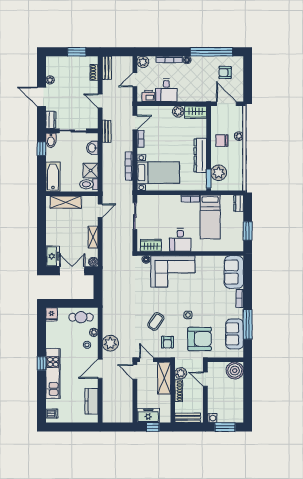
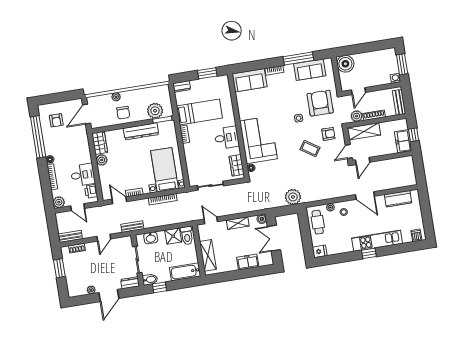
freezer: (53, 256) -> (248, 262), moved
plant: (110, 343) -> (293, 197), moved

